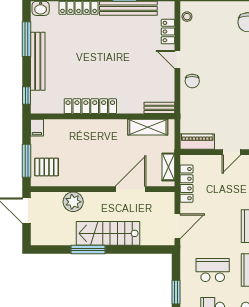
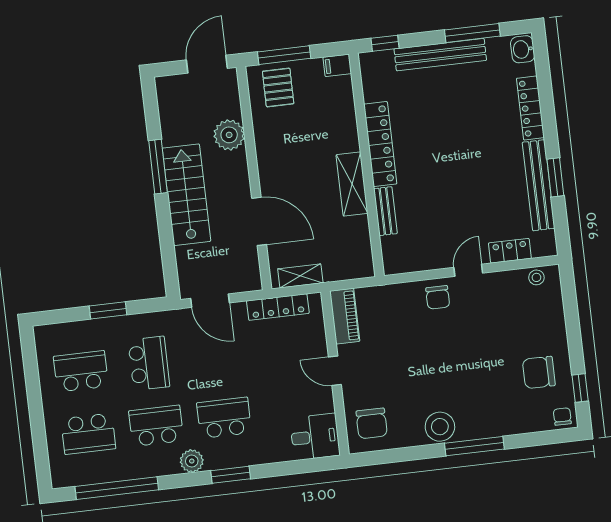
chair: (192, 81) -> (438, 297), turned -90
bench: (159, 108) -> (385, 211), moved
shelving: (148, 127) -> (352, 184), moved

